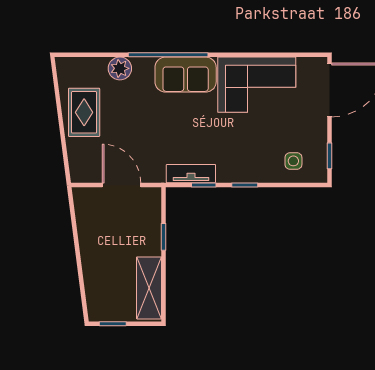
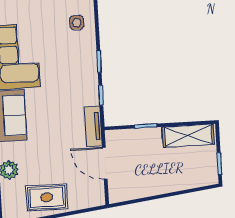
tv unit: (191, 174) -> (93, 126), moved
door: (121, 185) -> (105, 163), hinge flipped

